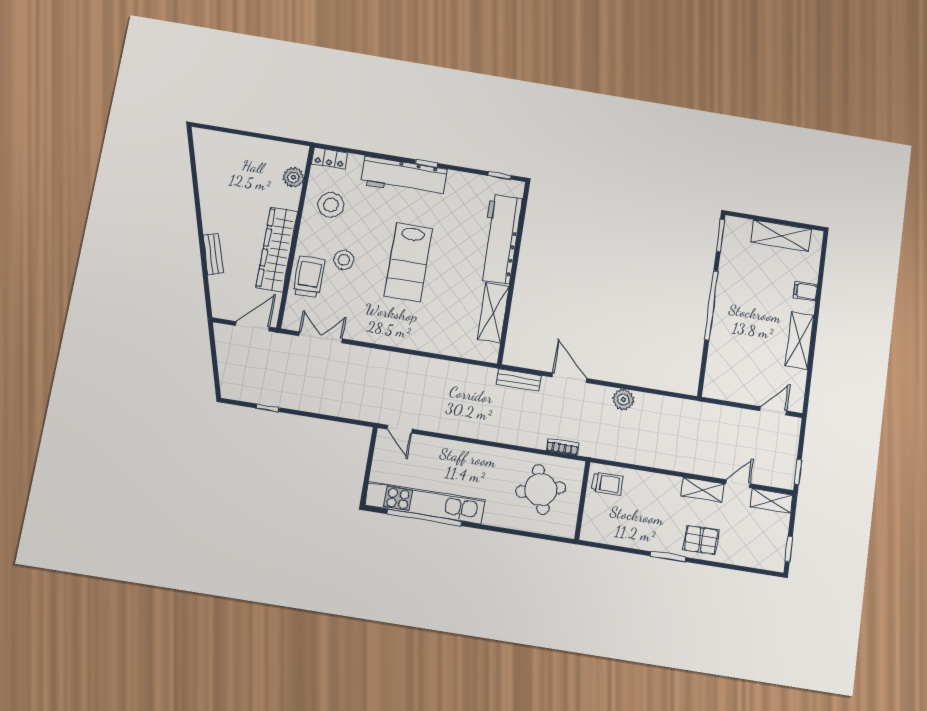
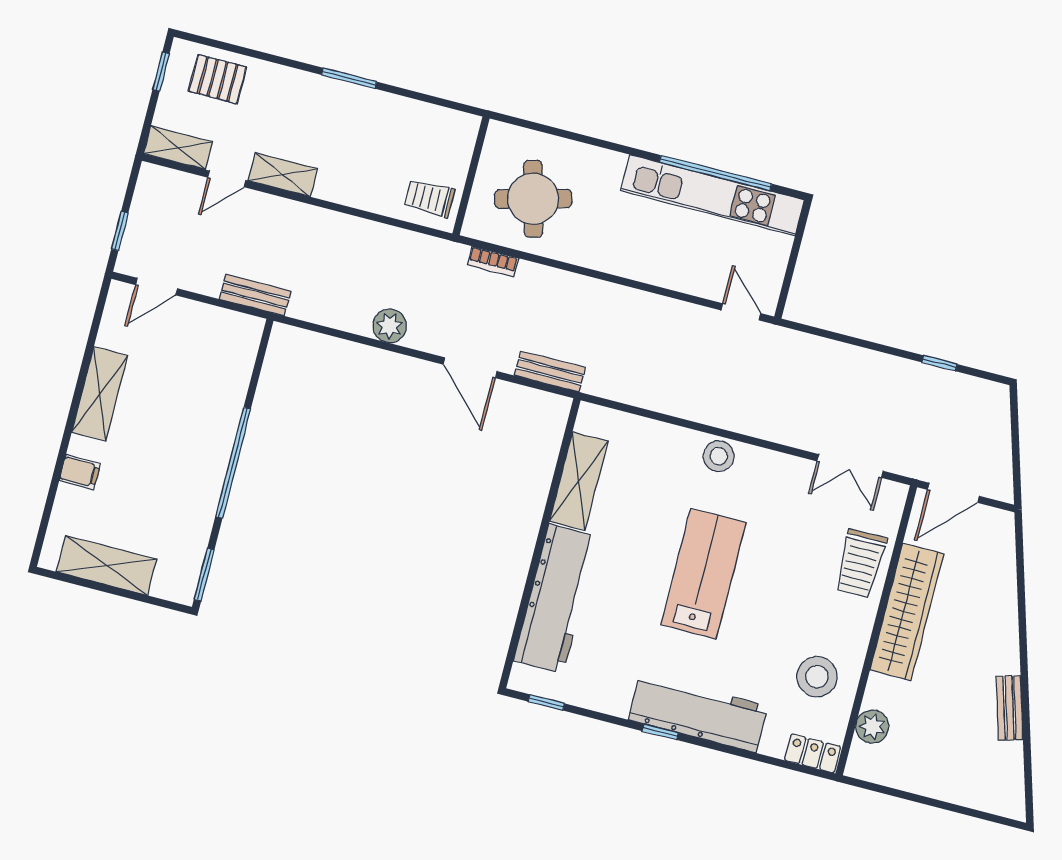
bench: (213, 254) -> (1010, 708), moved
stool: (344, 260) -> (719, 456), moved
bench: (711, 411) -> (255, 295), added
window: (798, 472) -> (120, 231), moved
pallet: (701, 540) -> (218, 79), moved

